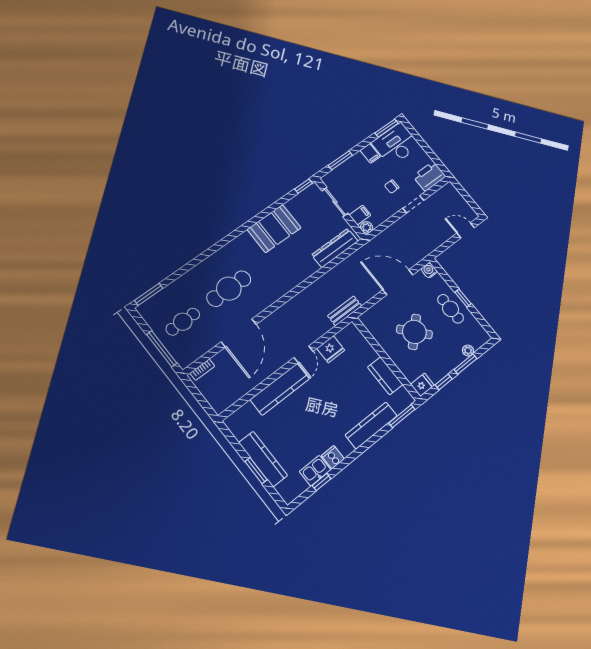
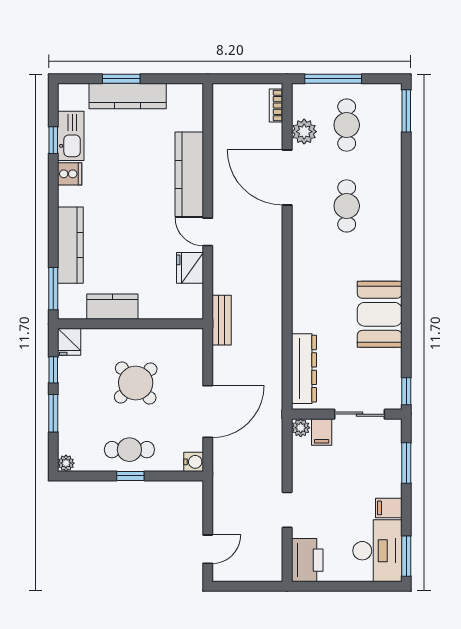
chair: (392, 187) -> (328, 501), removed
cafe table: (229, 289) -> (347, 206), width x0.73, depth x0.74
plant: (205, 343) -> (304, 132), added
plant: (468, 351) -> (66, 463), moved
kitchen sink: (315, 471) -> (71, 136), width x1.38

